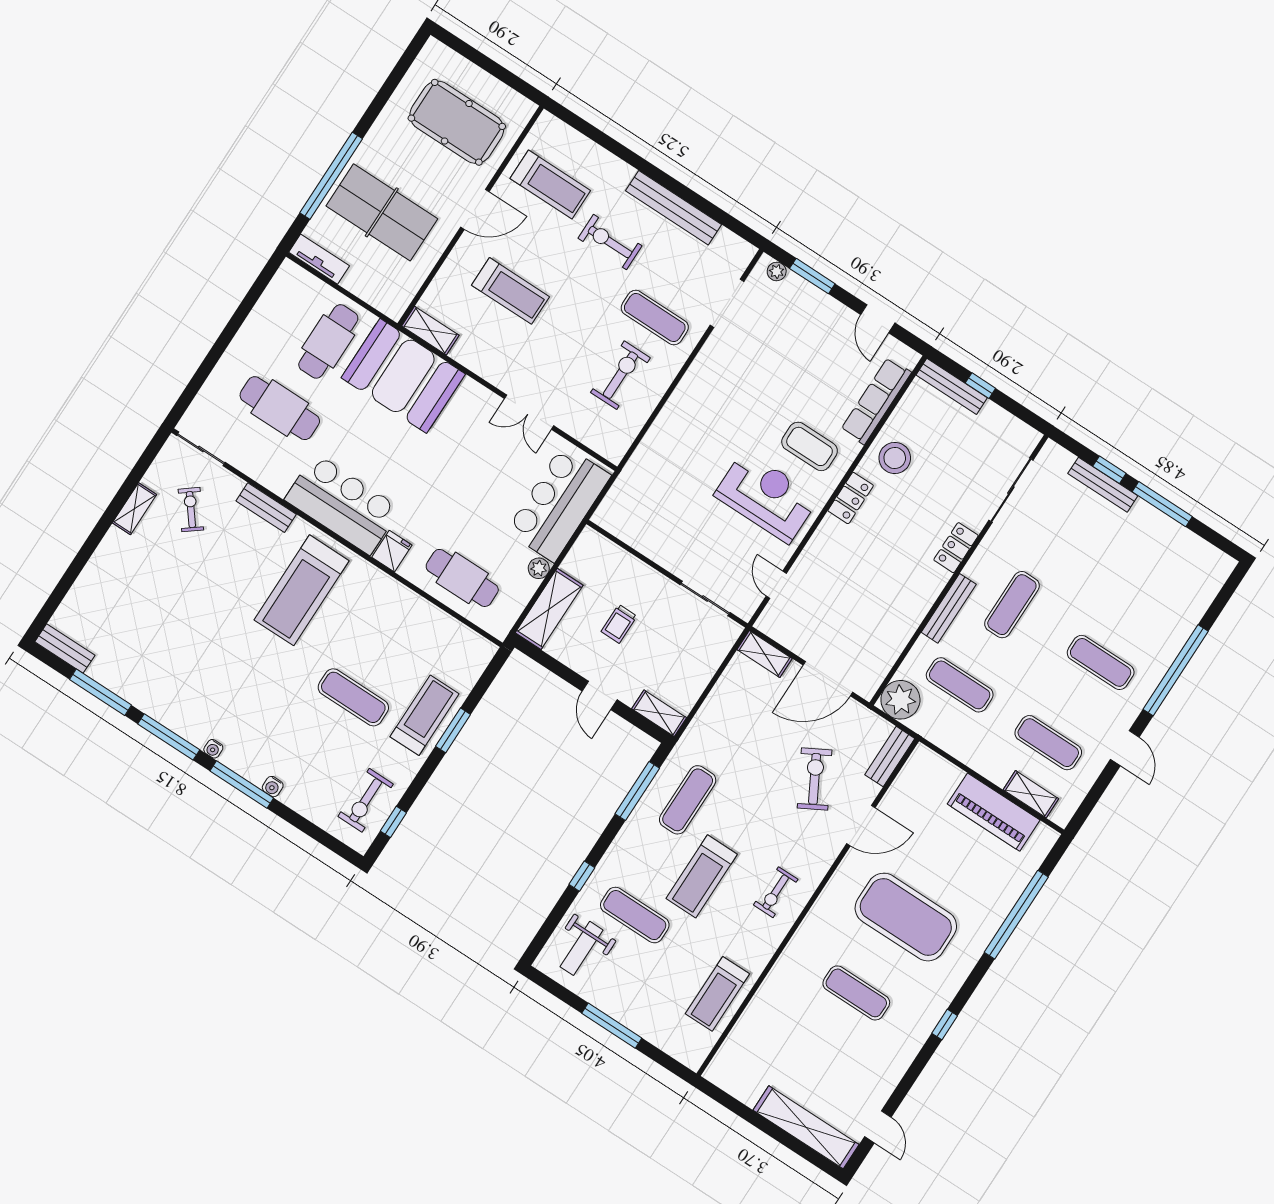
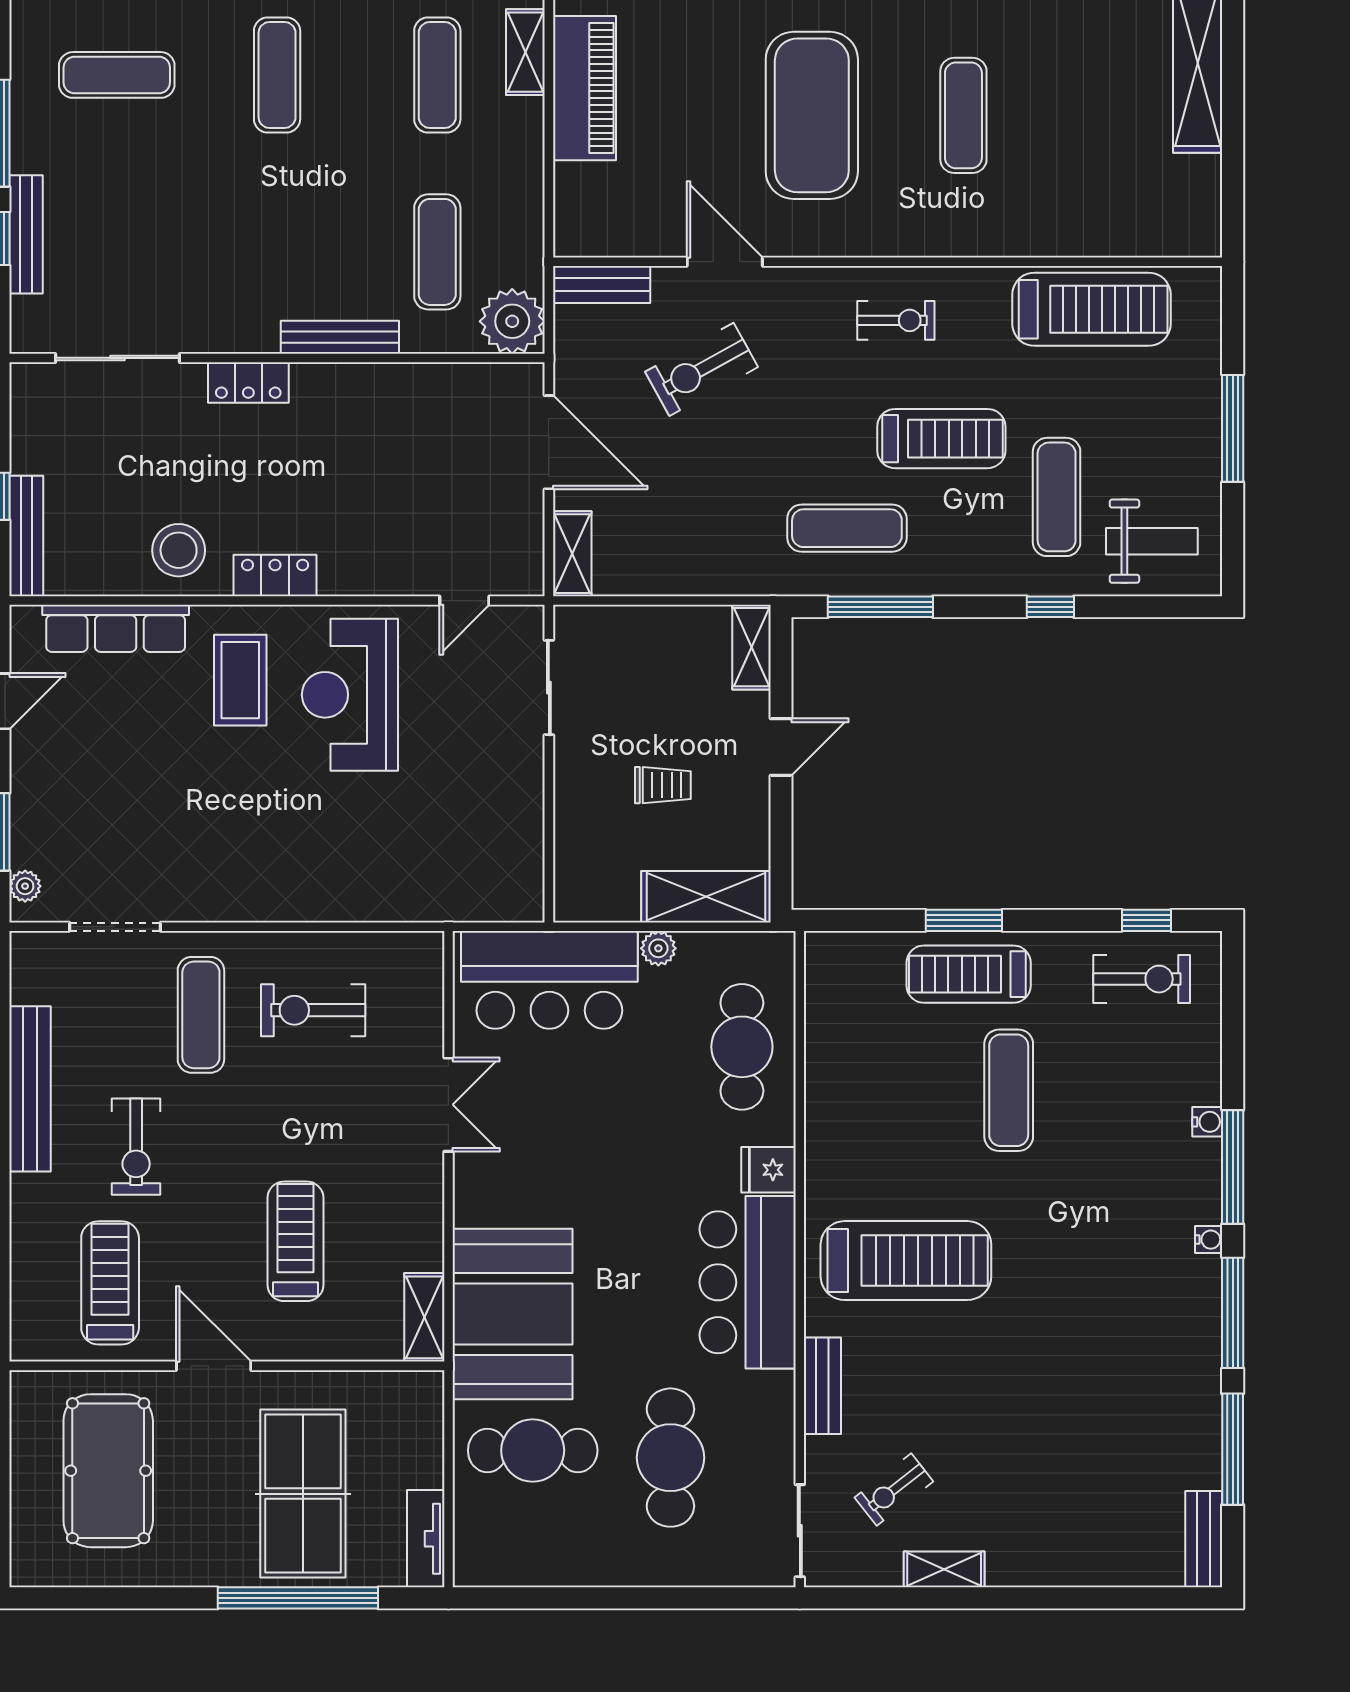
exercise mat: (1012, 605) -> (117, 75), moved
treadmill: (717, 994) -> (1091, 309), width x1.37, depth x1.38

